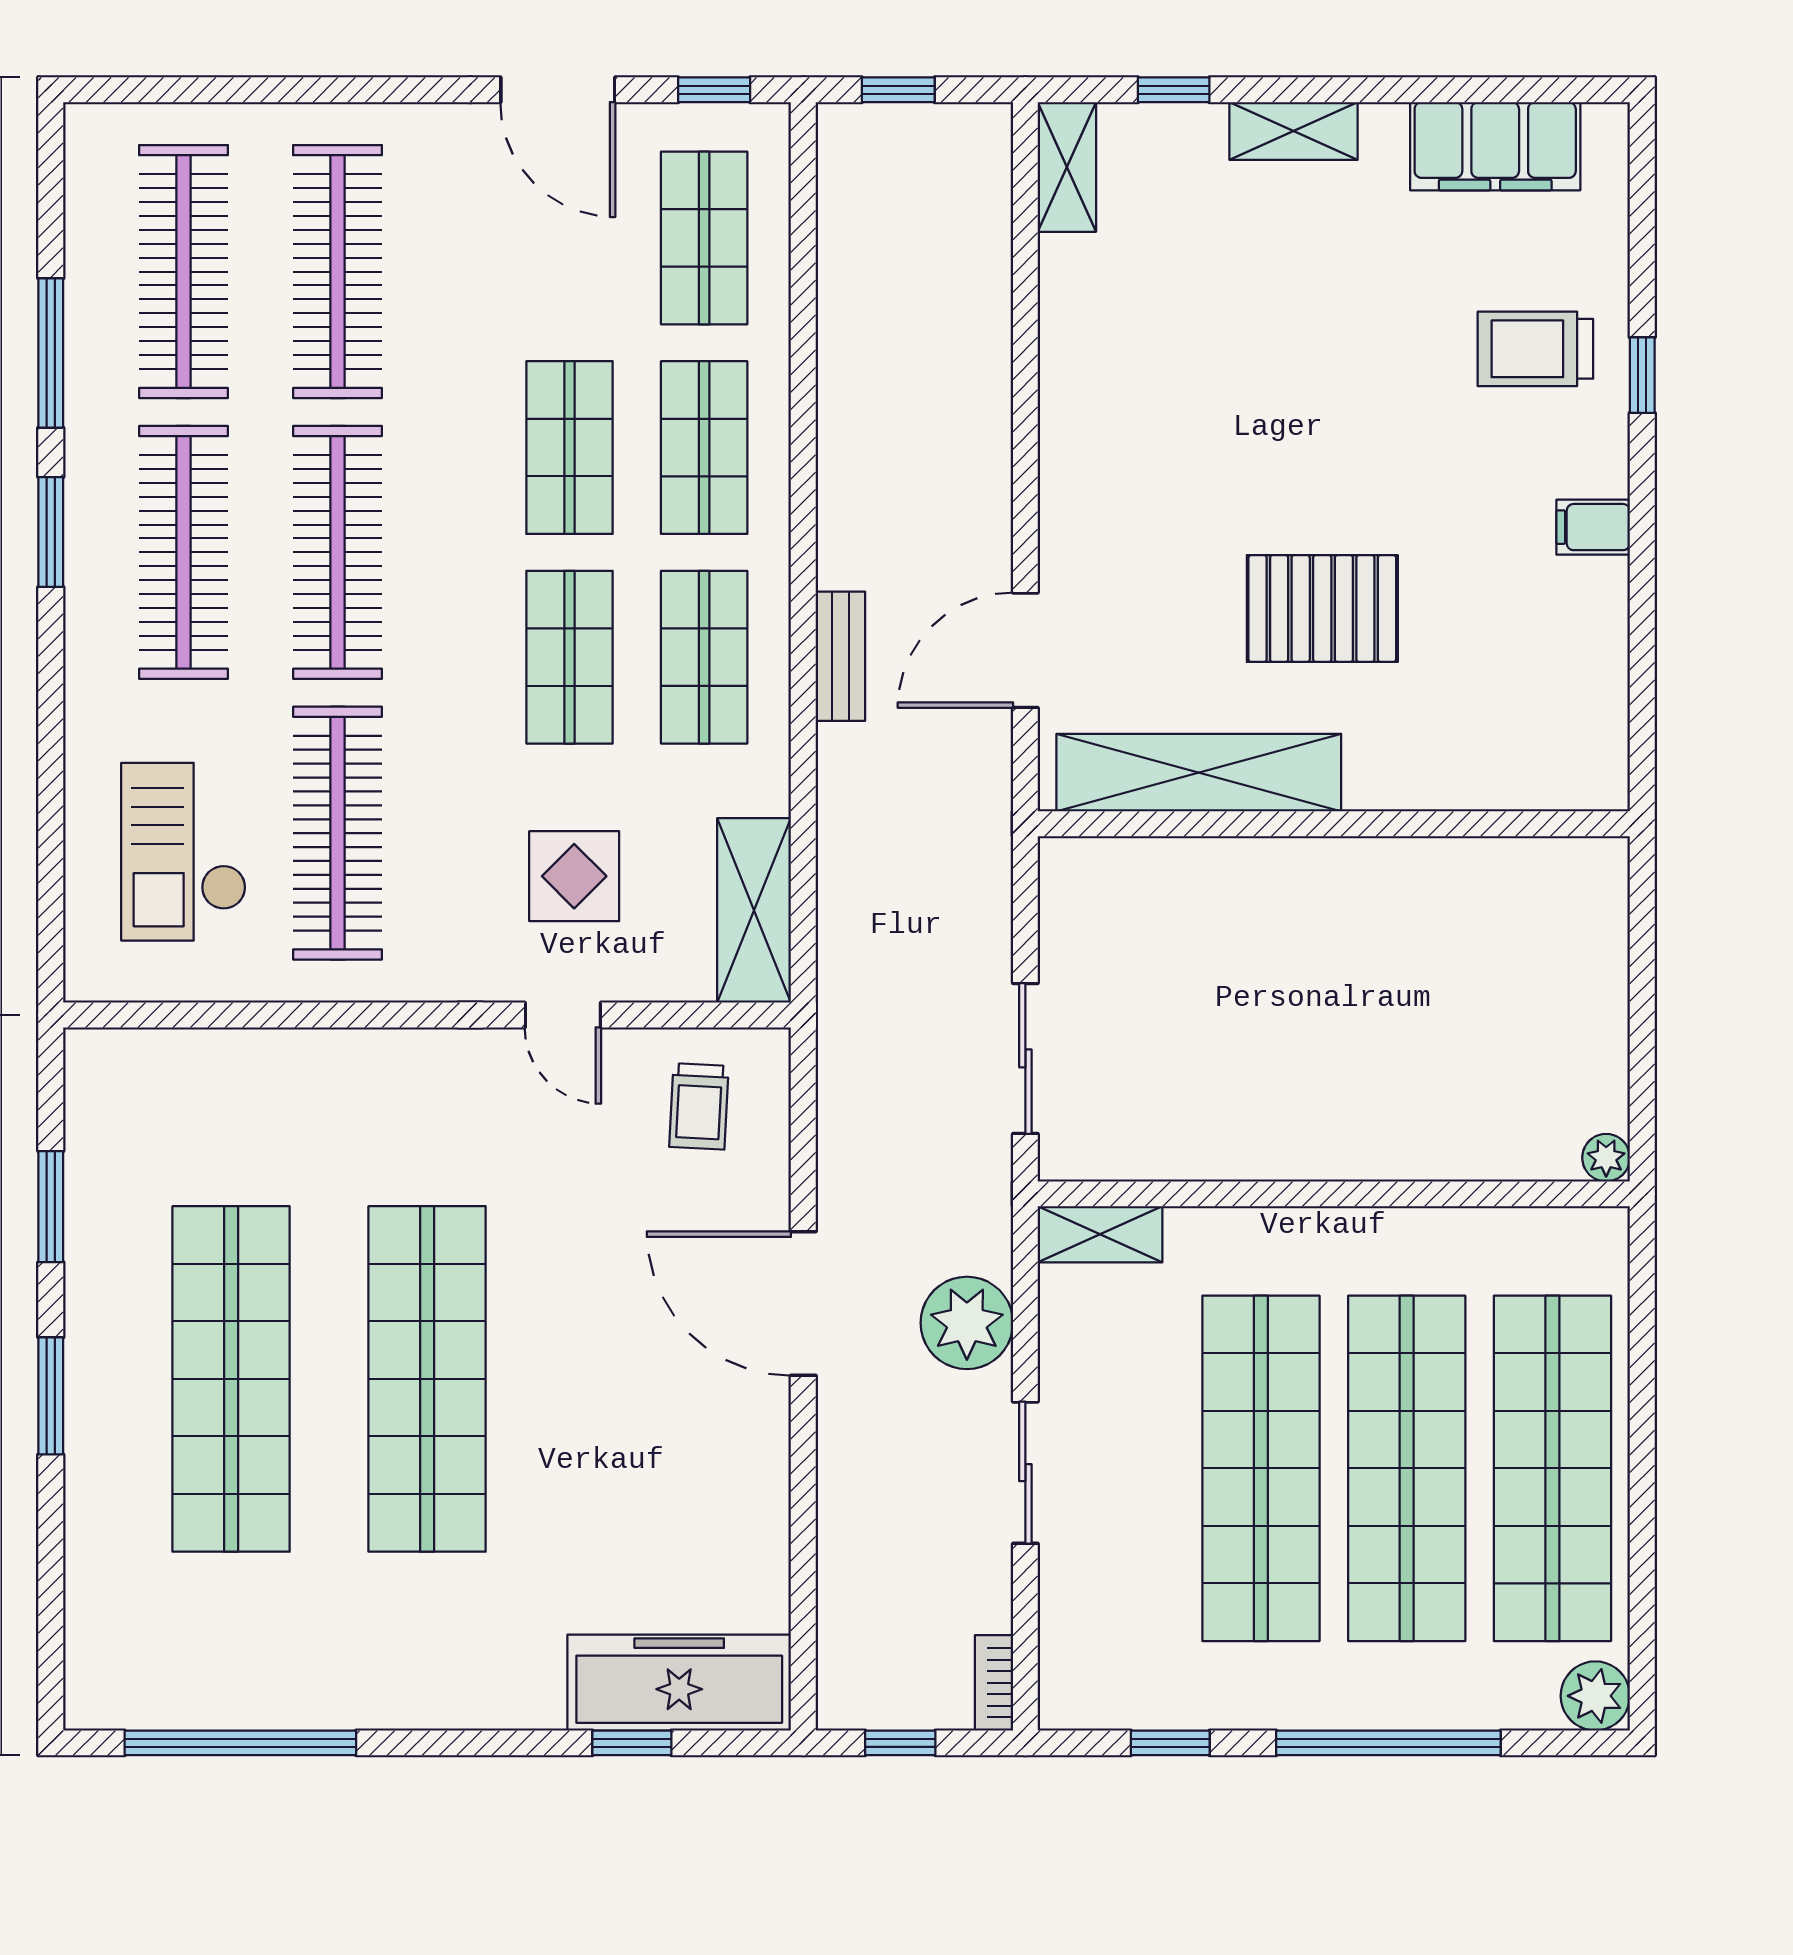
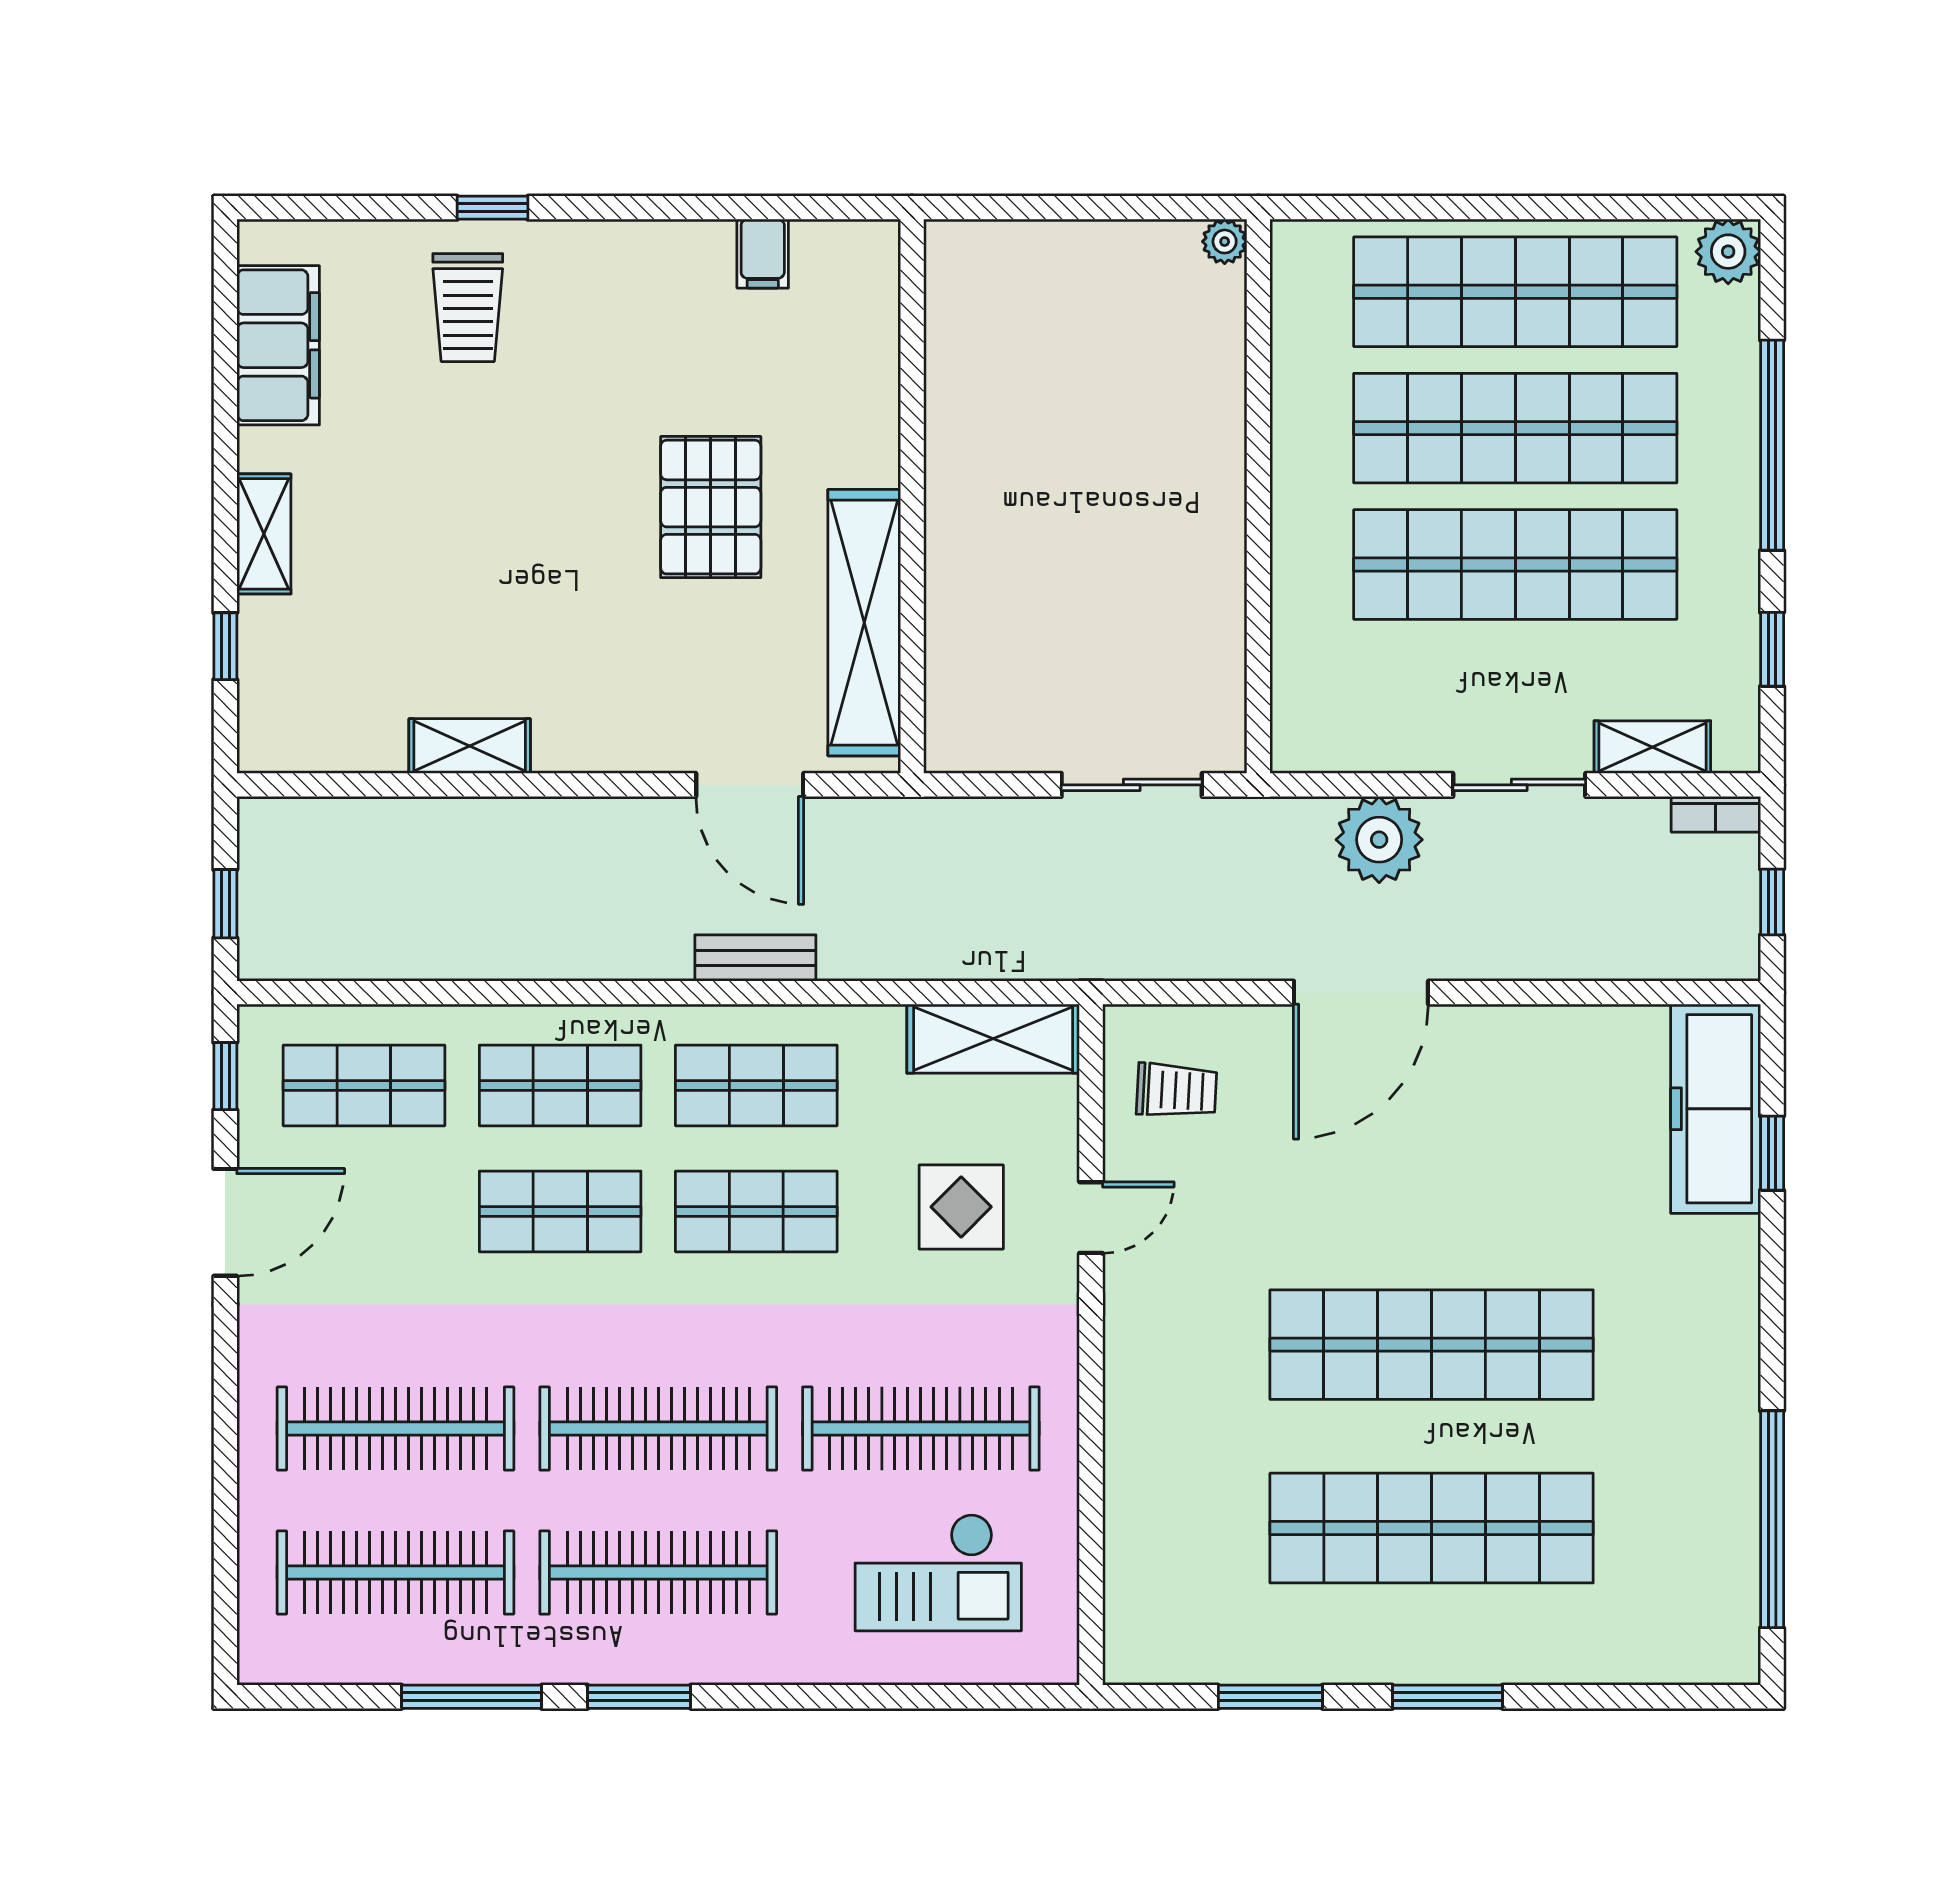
shelving: (1067, 167) -> (470, 746), moved
filing cabinet: (1593, 527) -> (763, 254), moved
shelving: (1100, 1234) -> (1652, 747), moved, turned 90

